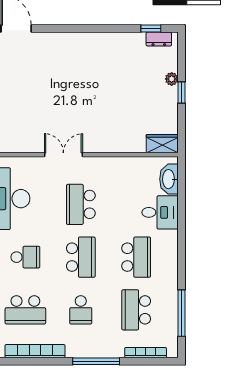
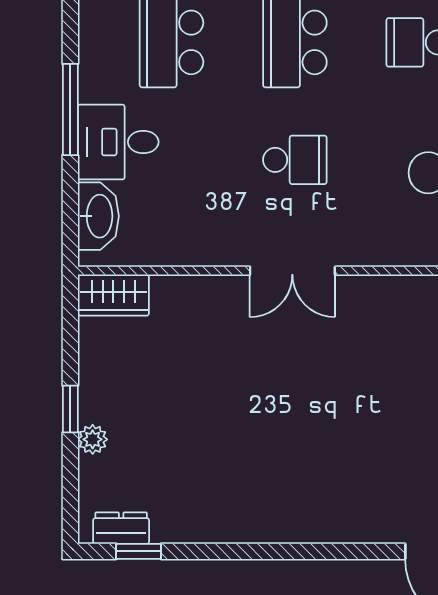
double door: (63, 155) -> (292, 271), moved
school desk: (81, 204) -> (295, 160), width x0.54
window: (182, 227) -> (70, 110), added

